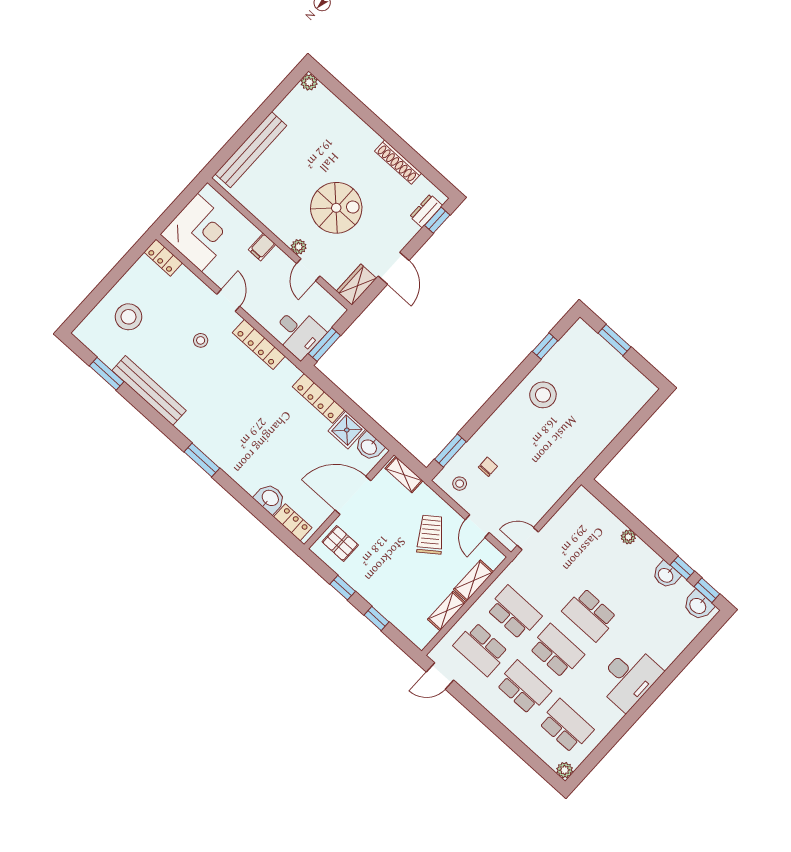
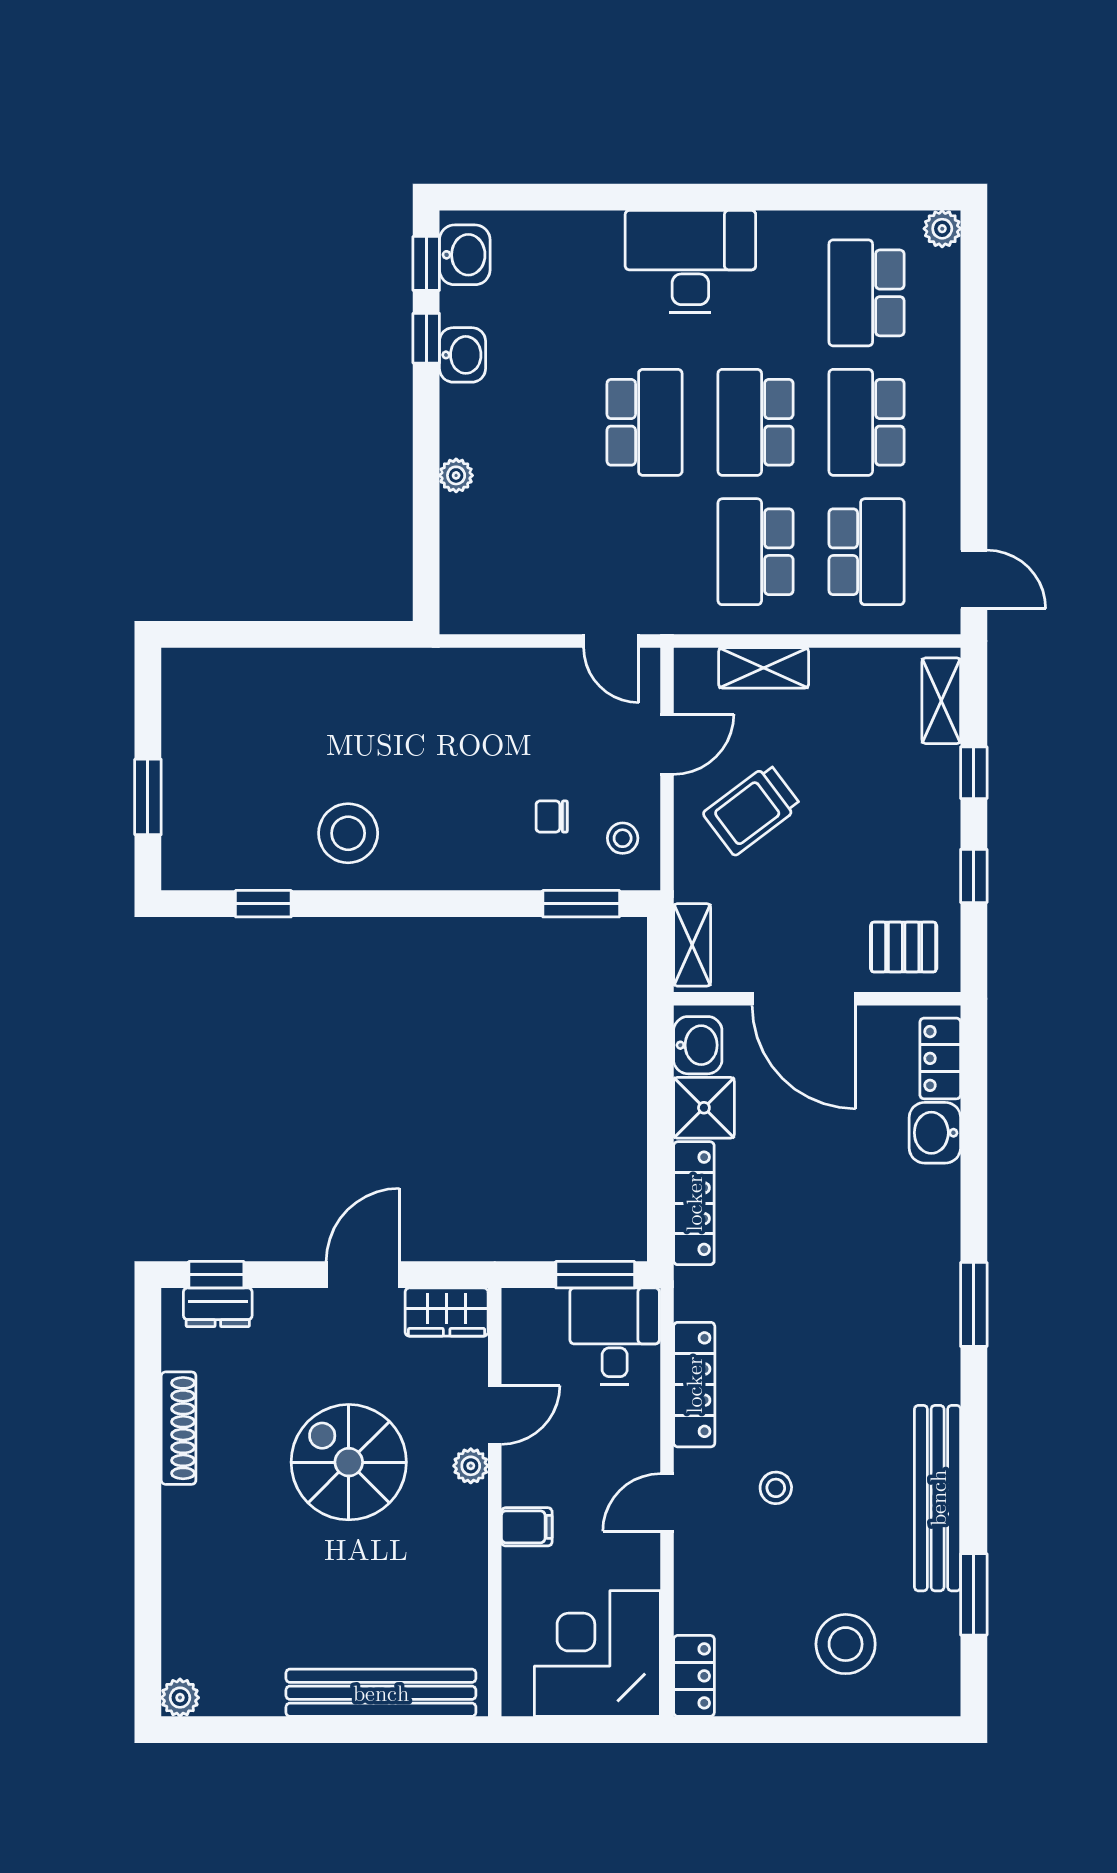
pallet: (340, 543) -> (904, 947), turned 90
shelving: (447, 611) -> (941, 701), moved, turned 90

